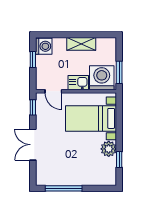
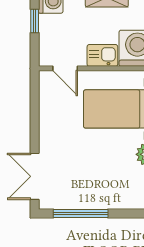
window: (33, 107) -> (35, 92), removed
double door: (33, 145) -> (35, 176), moved

